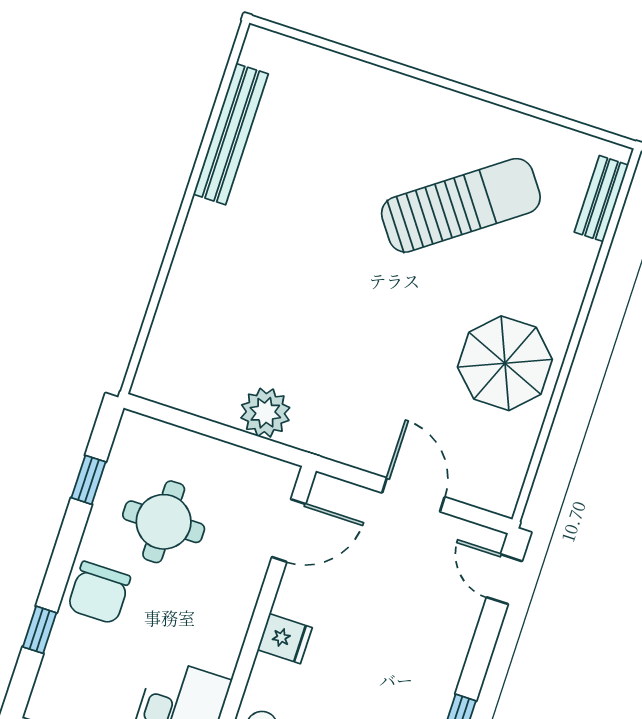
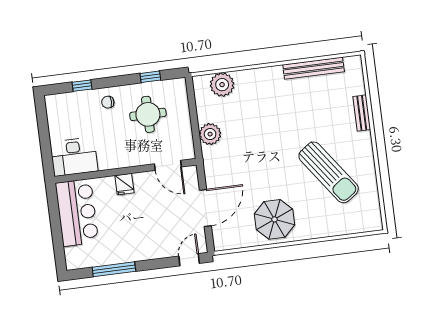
bench: (601, 199) -> (362, 113), moved, turned 90
plant: (175, 339) -> (222, 85), added
door: (413, 495) -> (205, 208), width x1.36
chair: (99, 593) -> (108, 102), width x0.54, depth x0.54

